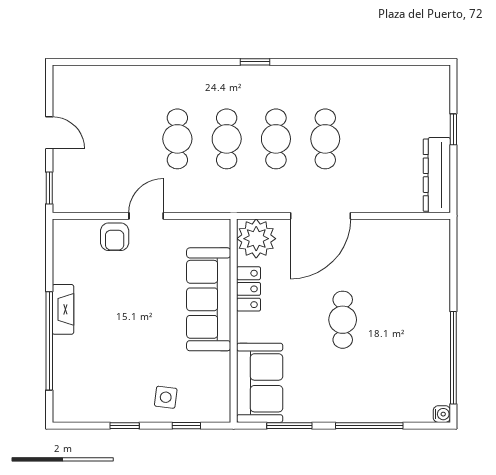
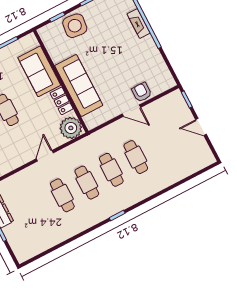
door: (146, 216) -> (131, 111), hinge flipped
door: (320, 216) -> (45, 156), width x0.53
fireplace: (63, 309) -> (139, 24), moved
sofa: (260, 383) -> (39, 71), moved
side table: (166, 397) -> (75, 26), width x1.87, depth x1.87

